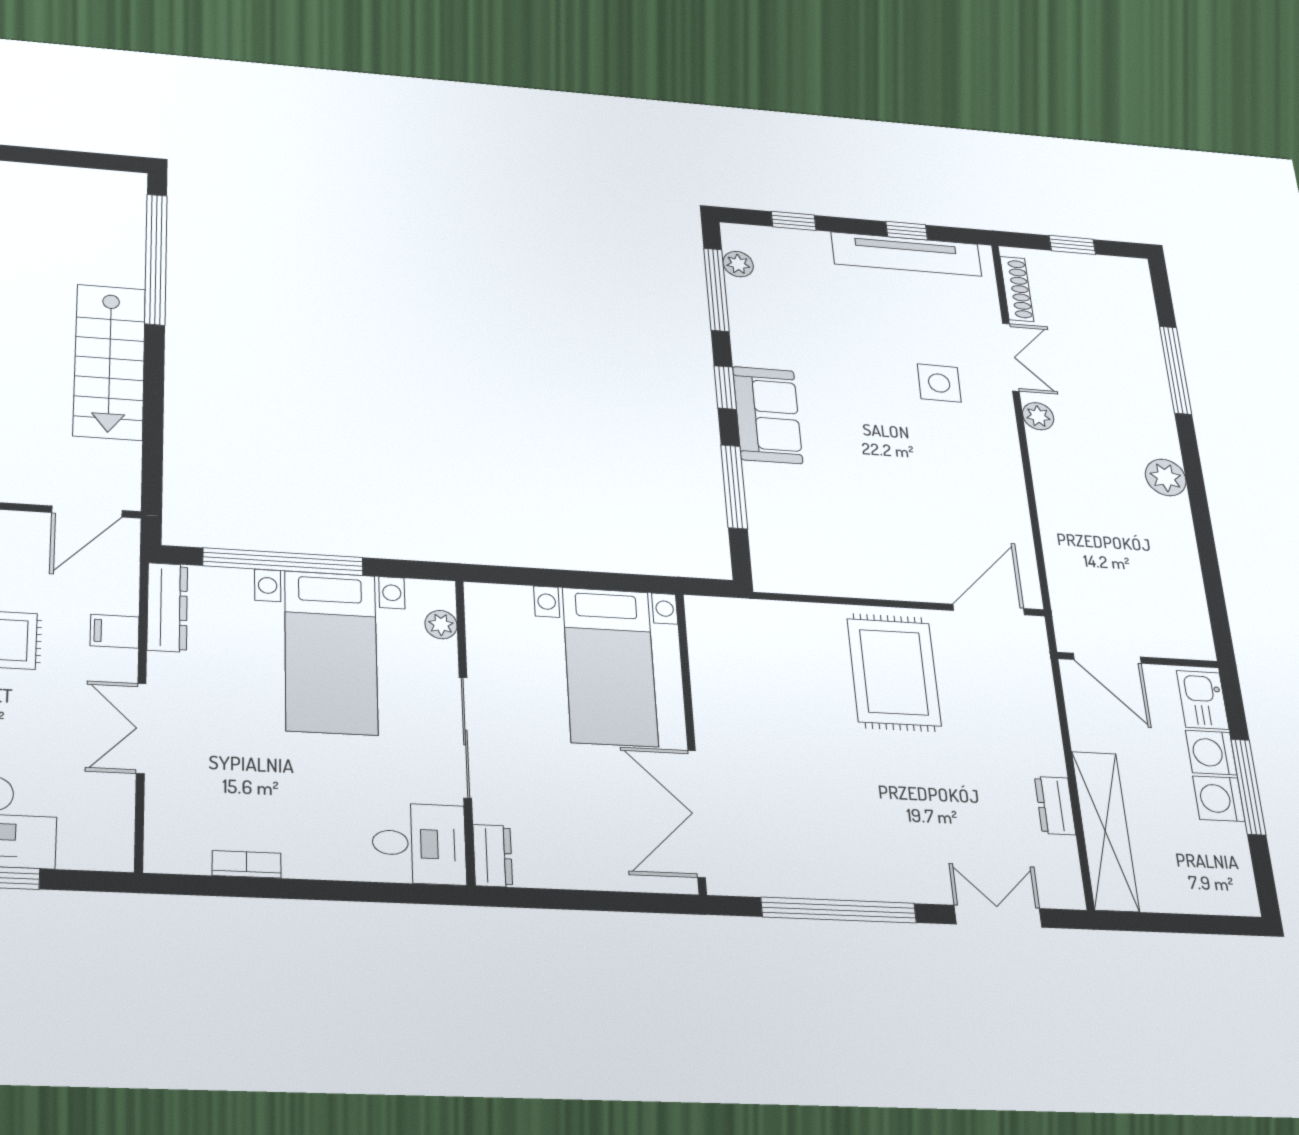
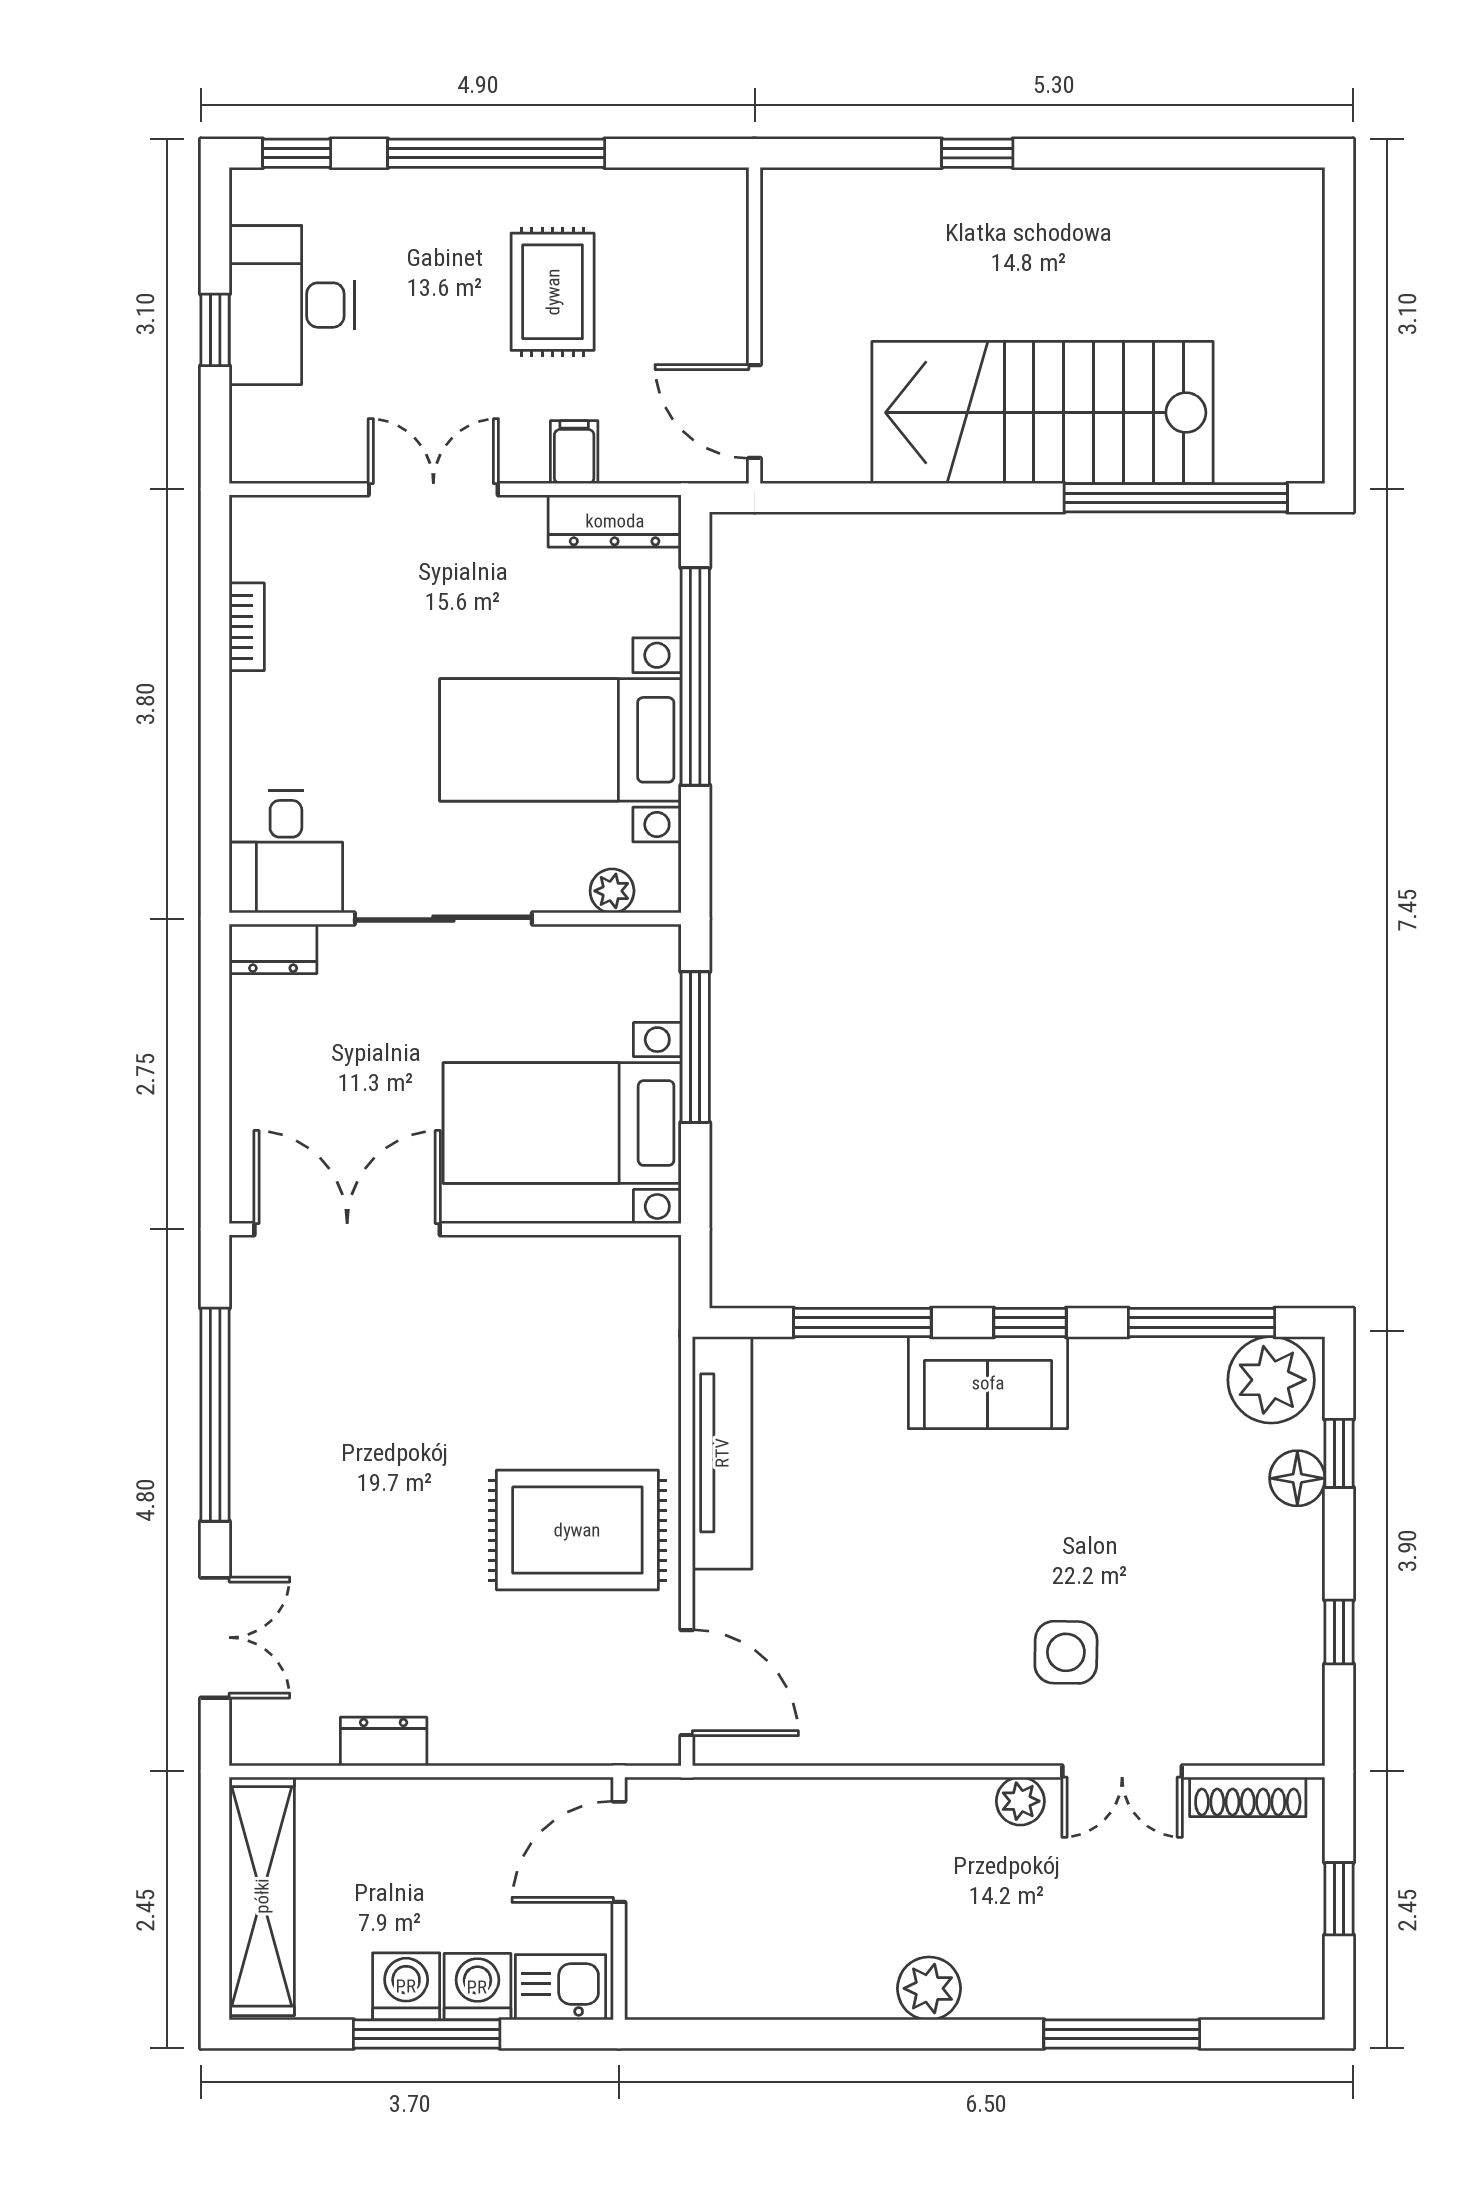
floor lamp: (812, 245) -> (1297, 1478), added
tv unit: (906, 254) -> (722, 1453), moved, turned 180
plant: (738, 264) -> (1271, 1380), width x1.88, depth x1.88
stairs: (110, 362) -> (1042, 413), width x1.36, depth x1.51
window: (551, 578) -> (695, 1047), added
shelving: (1105, 831) -> (262, 1896), moved, turned 90

